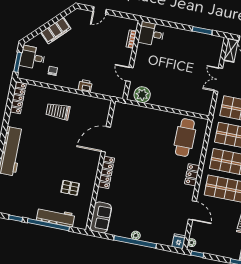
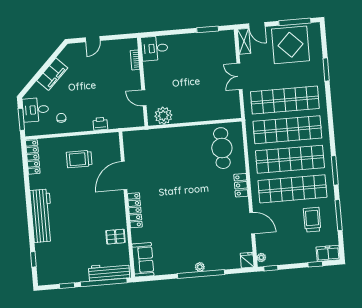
door: (106, 139) -> (124, 175), moved
wall: (101, 165) -> (127, 205), moved
locker: (106, 172) -> (135, 210), moved
sofa: (101, 217) -> (143, 260), moved

